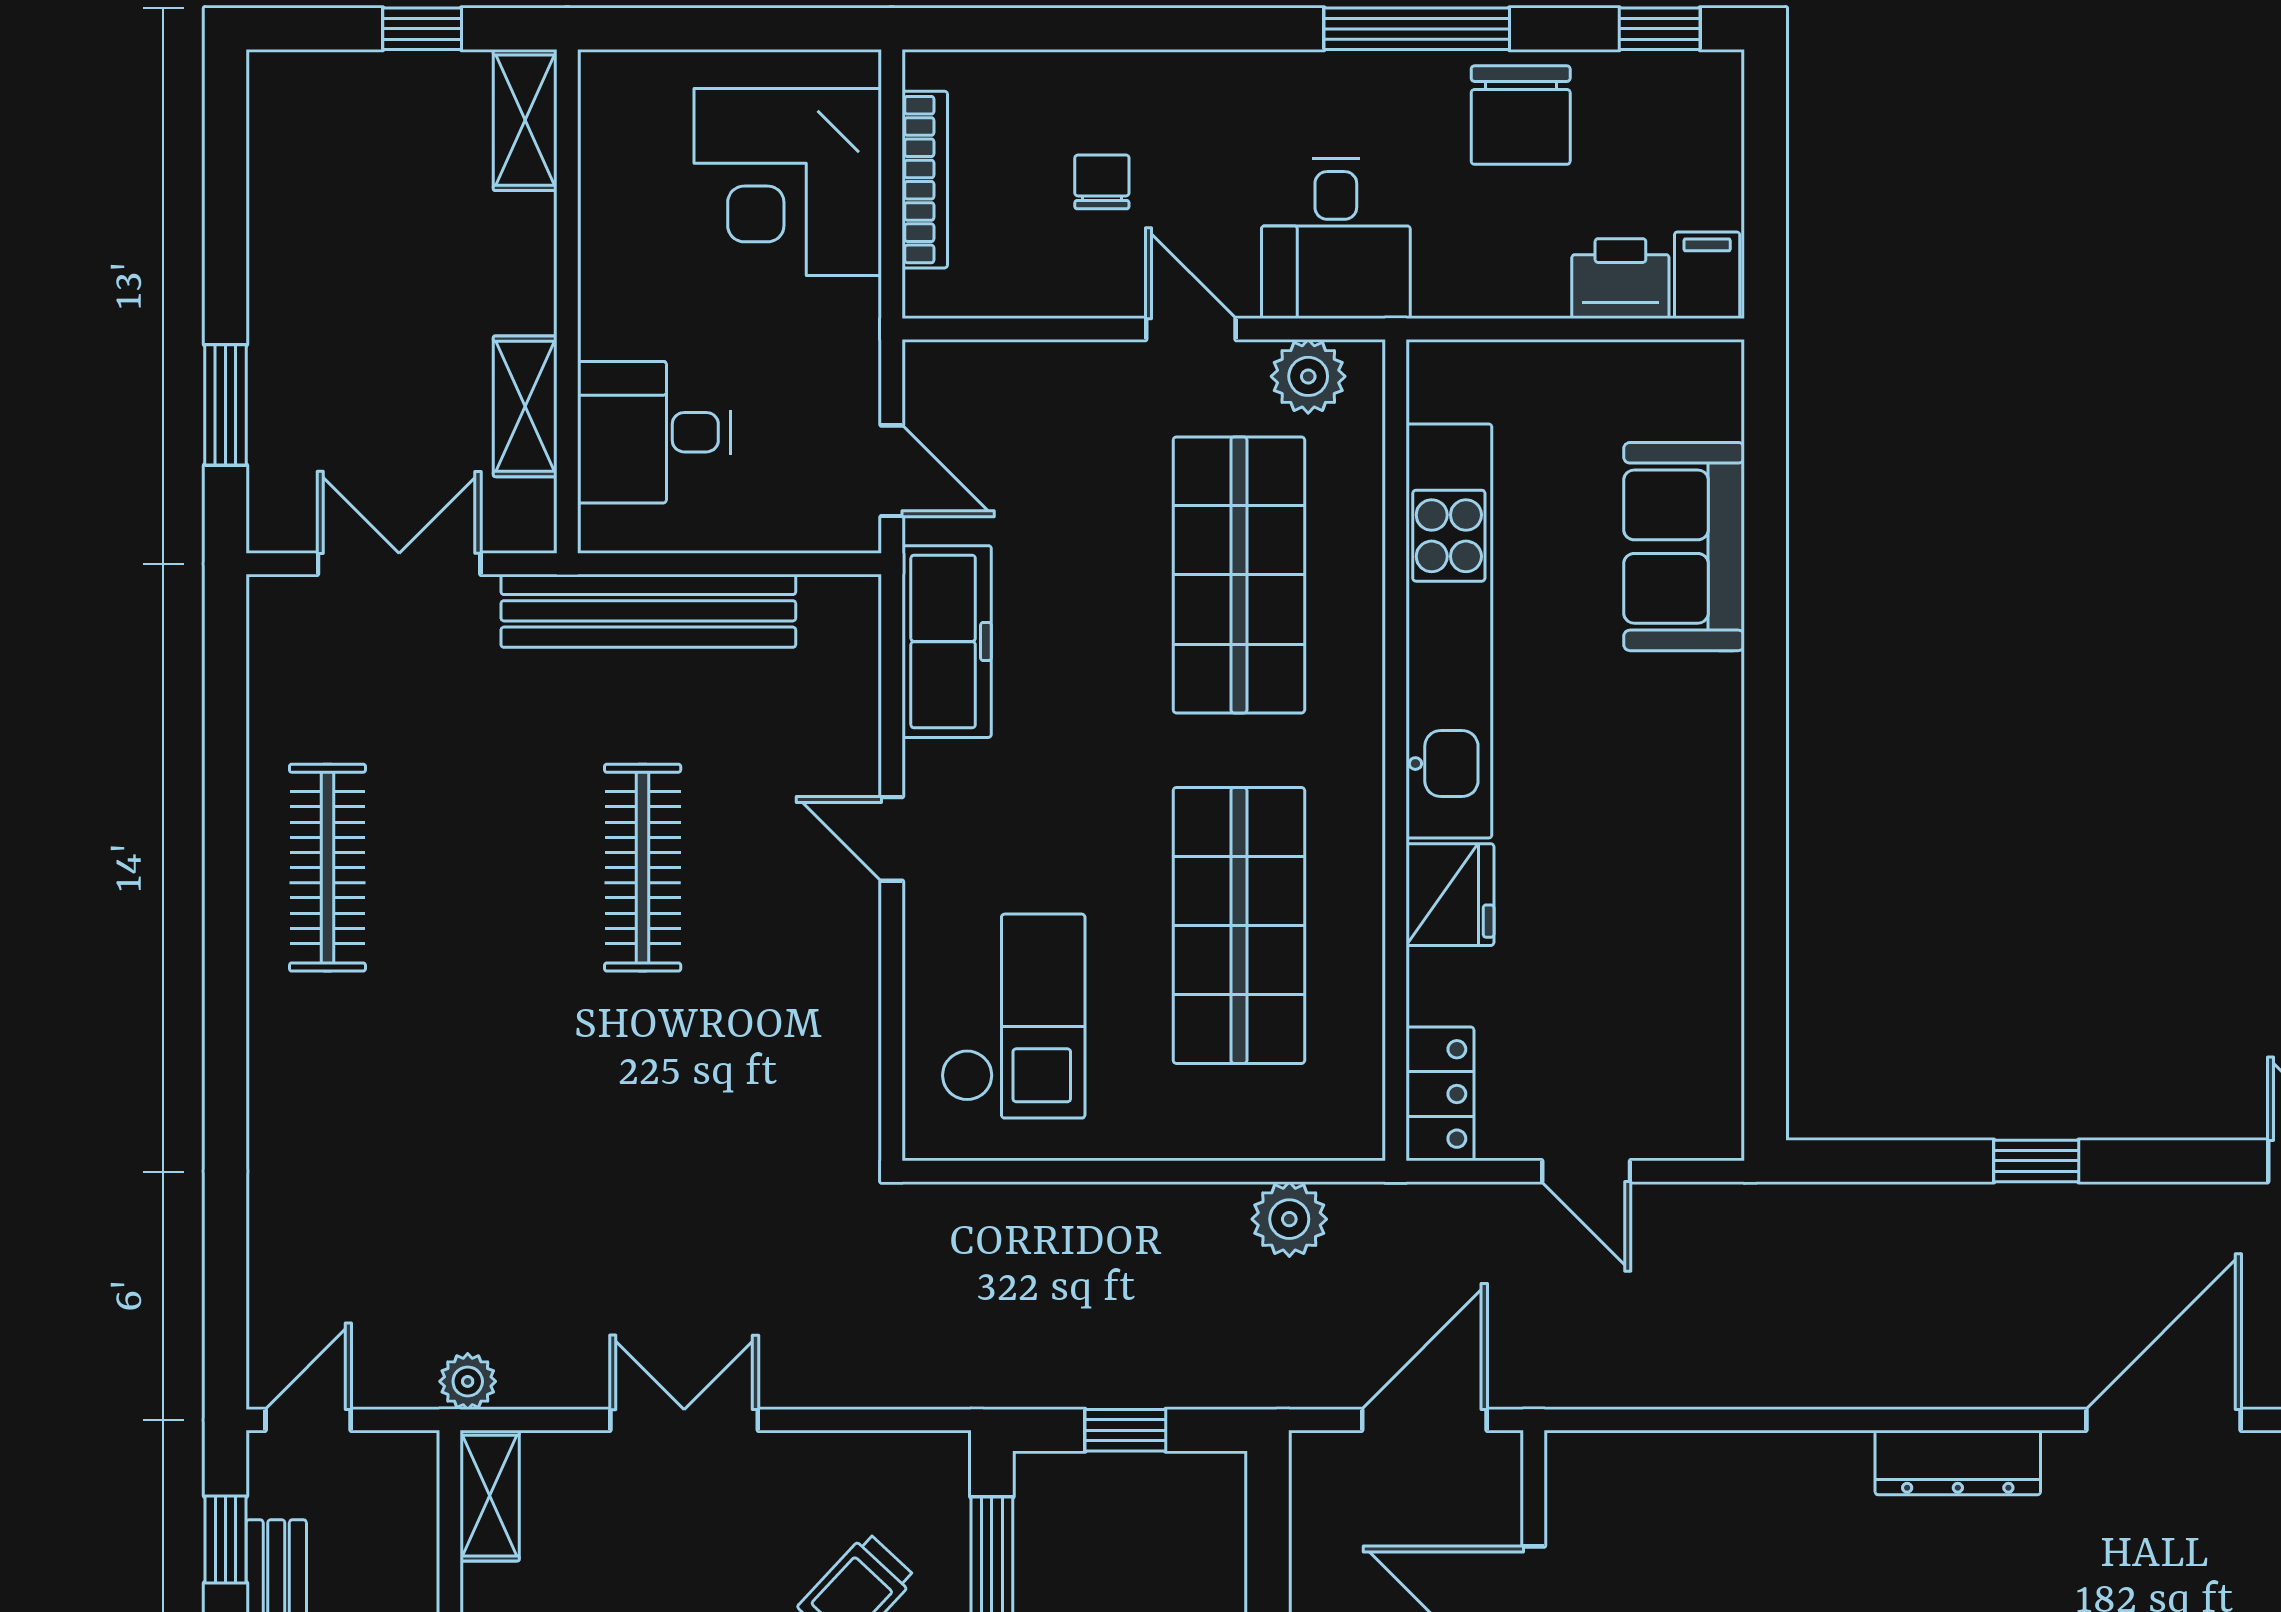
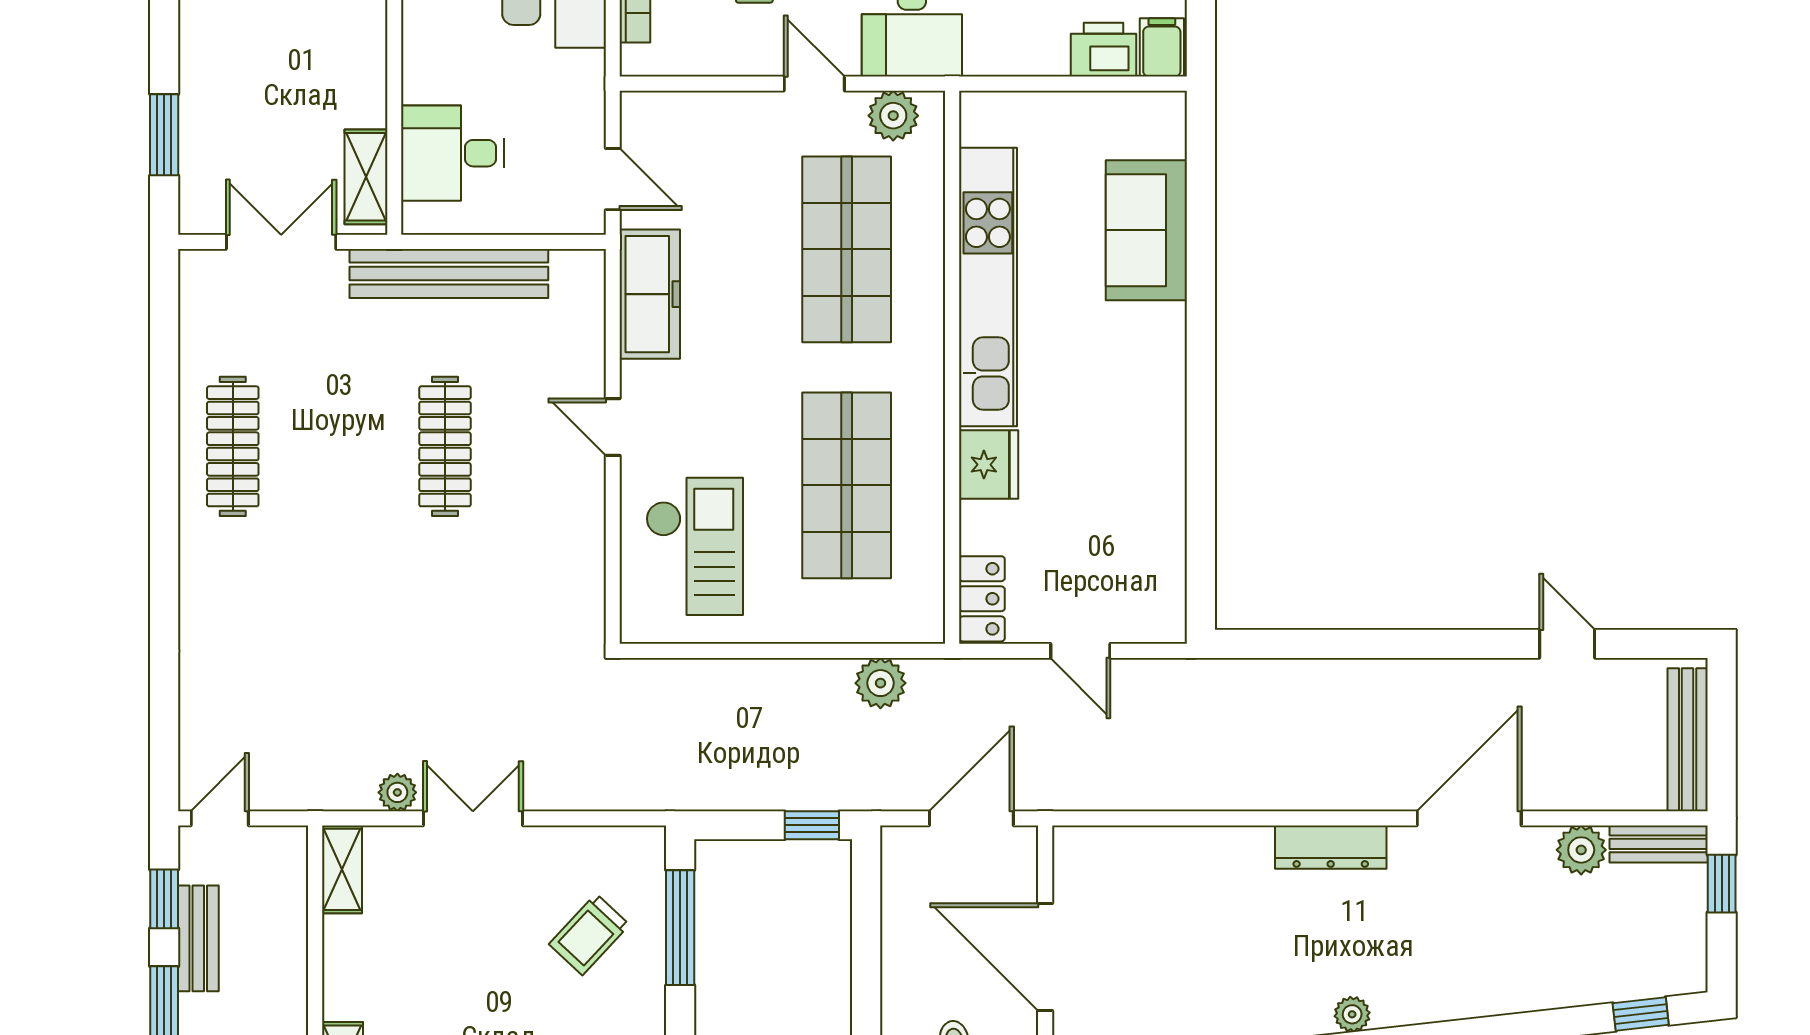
shelving: (525, 406) -> (366, 177), moved
window: (2036, 1161) -> (1383, 644), removed
plant: (468, 1381) -> (397, 792), moved
window: (1125, 1430) -> (812, 825), moved

